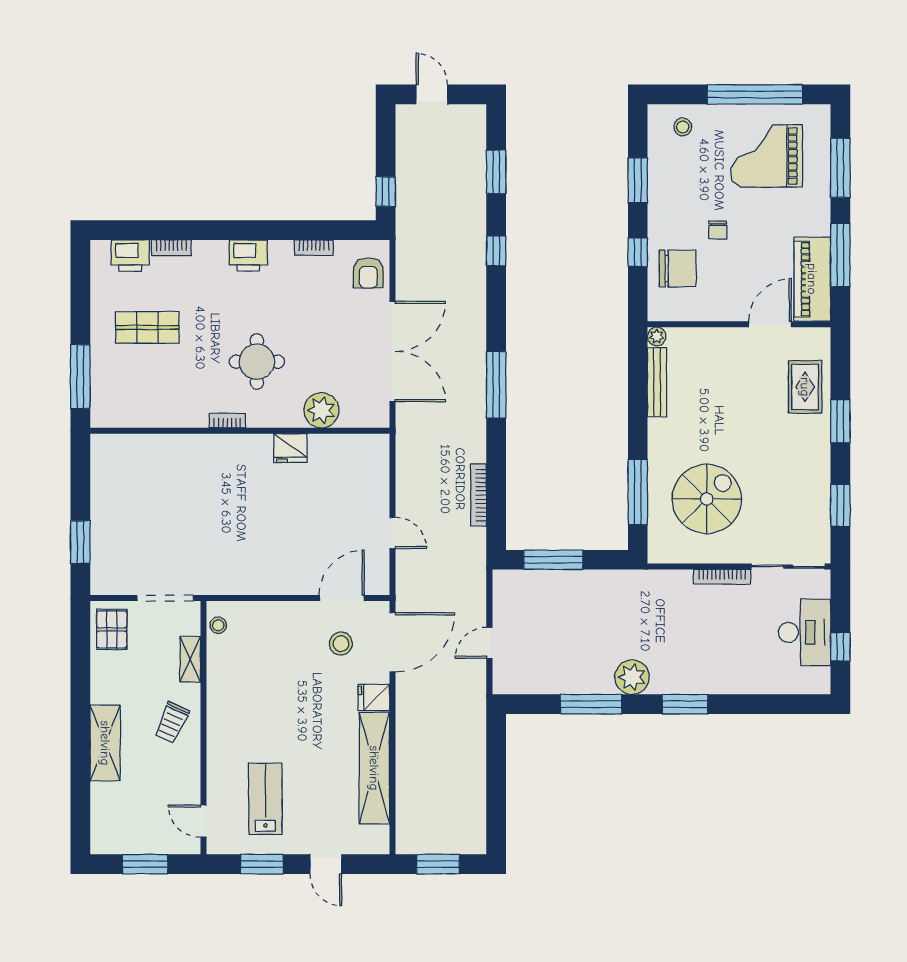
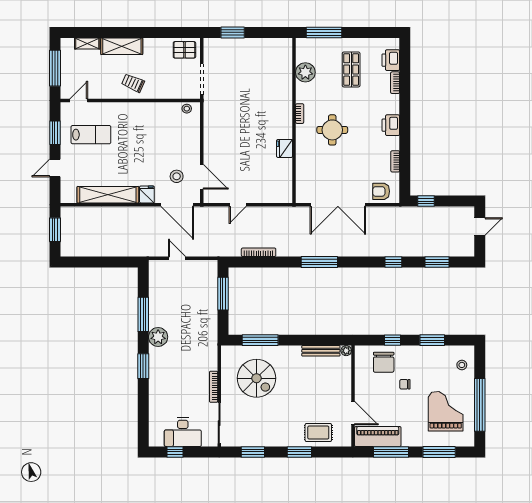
plant: (321, 410) -> (305, 72), moved
shelving: (190, 659) -> (87, 44), moved
window: (145, 864) -> (55, 68), width x1.44

